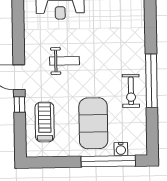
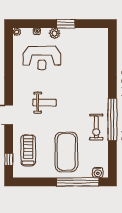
window: (20, 105) -> (9, 159), moved
water cooler: (121, 149) -> (98, 173), moved

